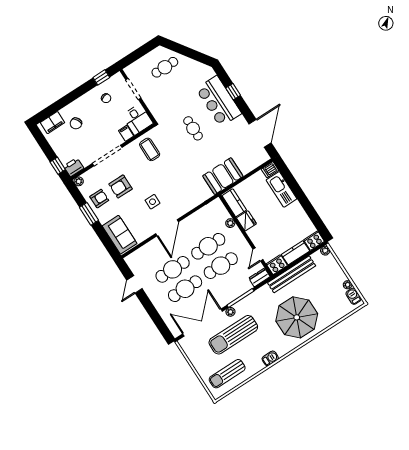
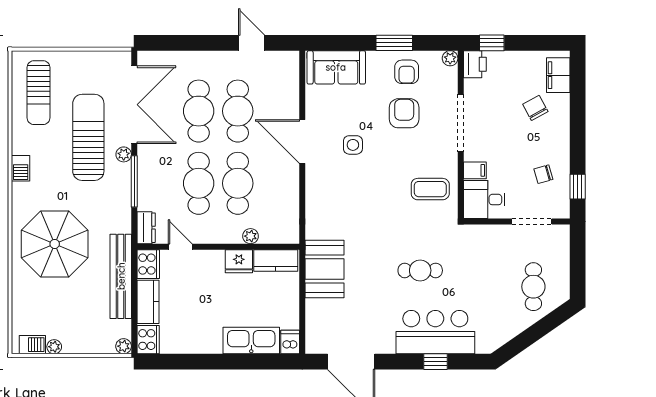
sun lounger: (227, 374) -> (38, 93), turned 180

